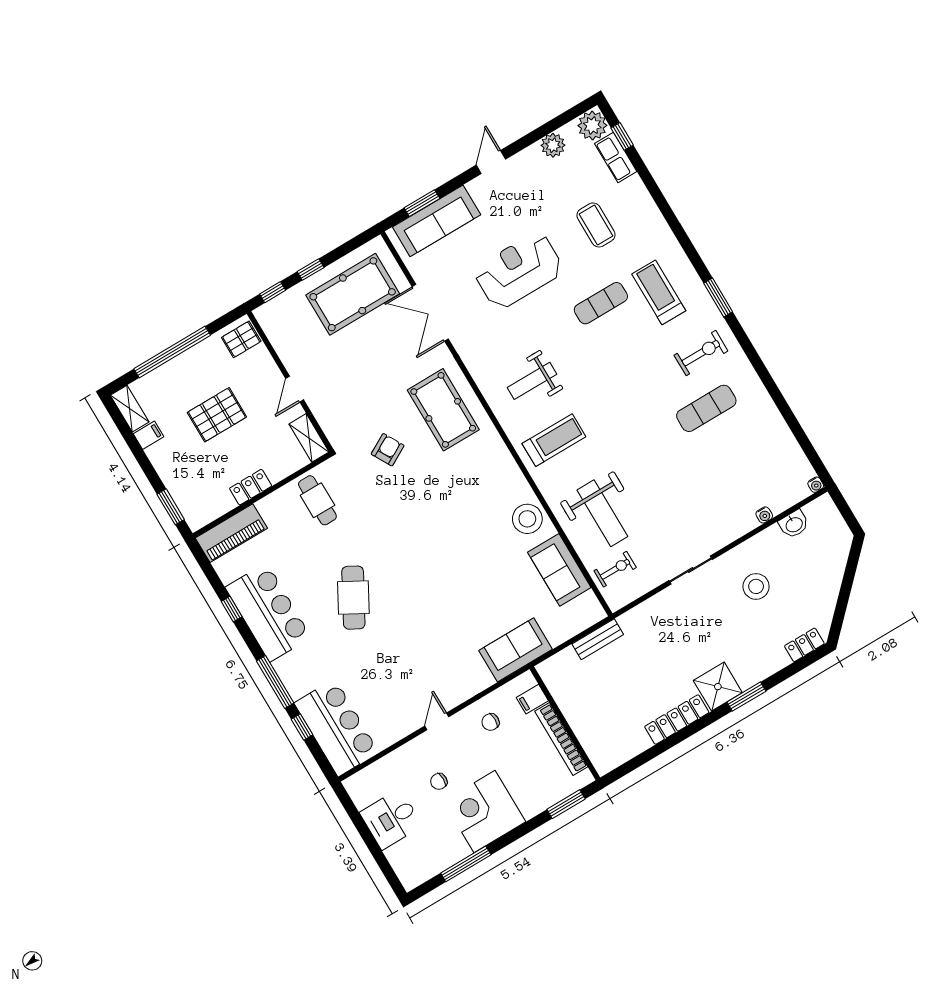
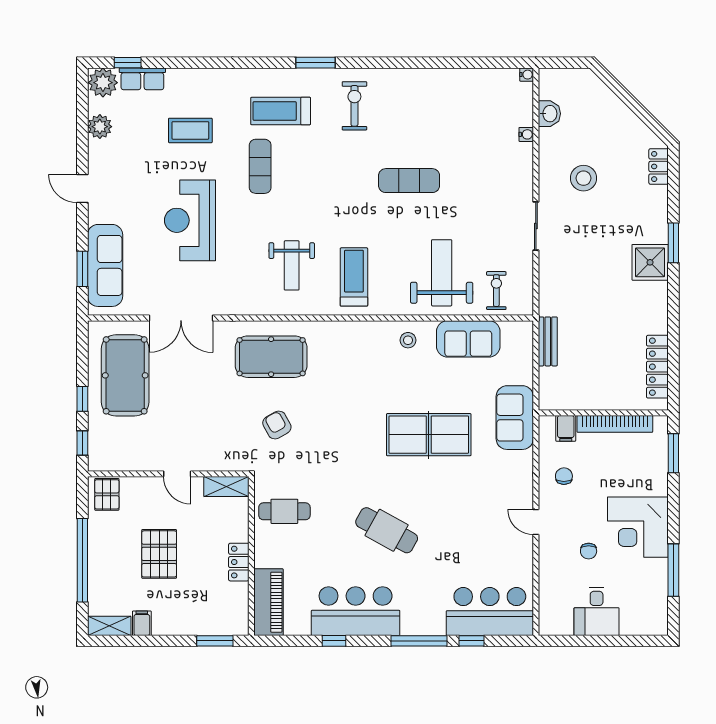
exercise mat: (706, 408) -> (409, 181), moved, turned 90
weight bench: (602, 513) -> (442, 273), turned -90
stool: (527, 519) -> (408, 340), width x0.53, depth x0.53
table tennis table: (457, 585) -> (429, 435), added
locker: (677, 719) -> (657, 367), moved
chair: (491, 722) -> (564, 476), turned 180

